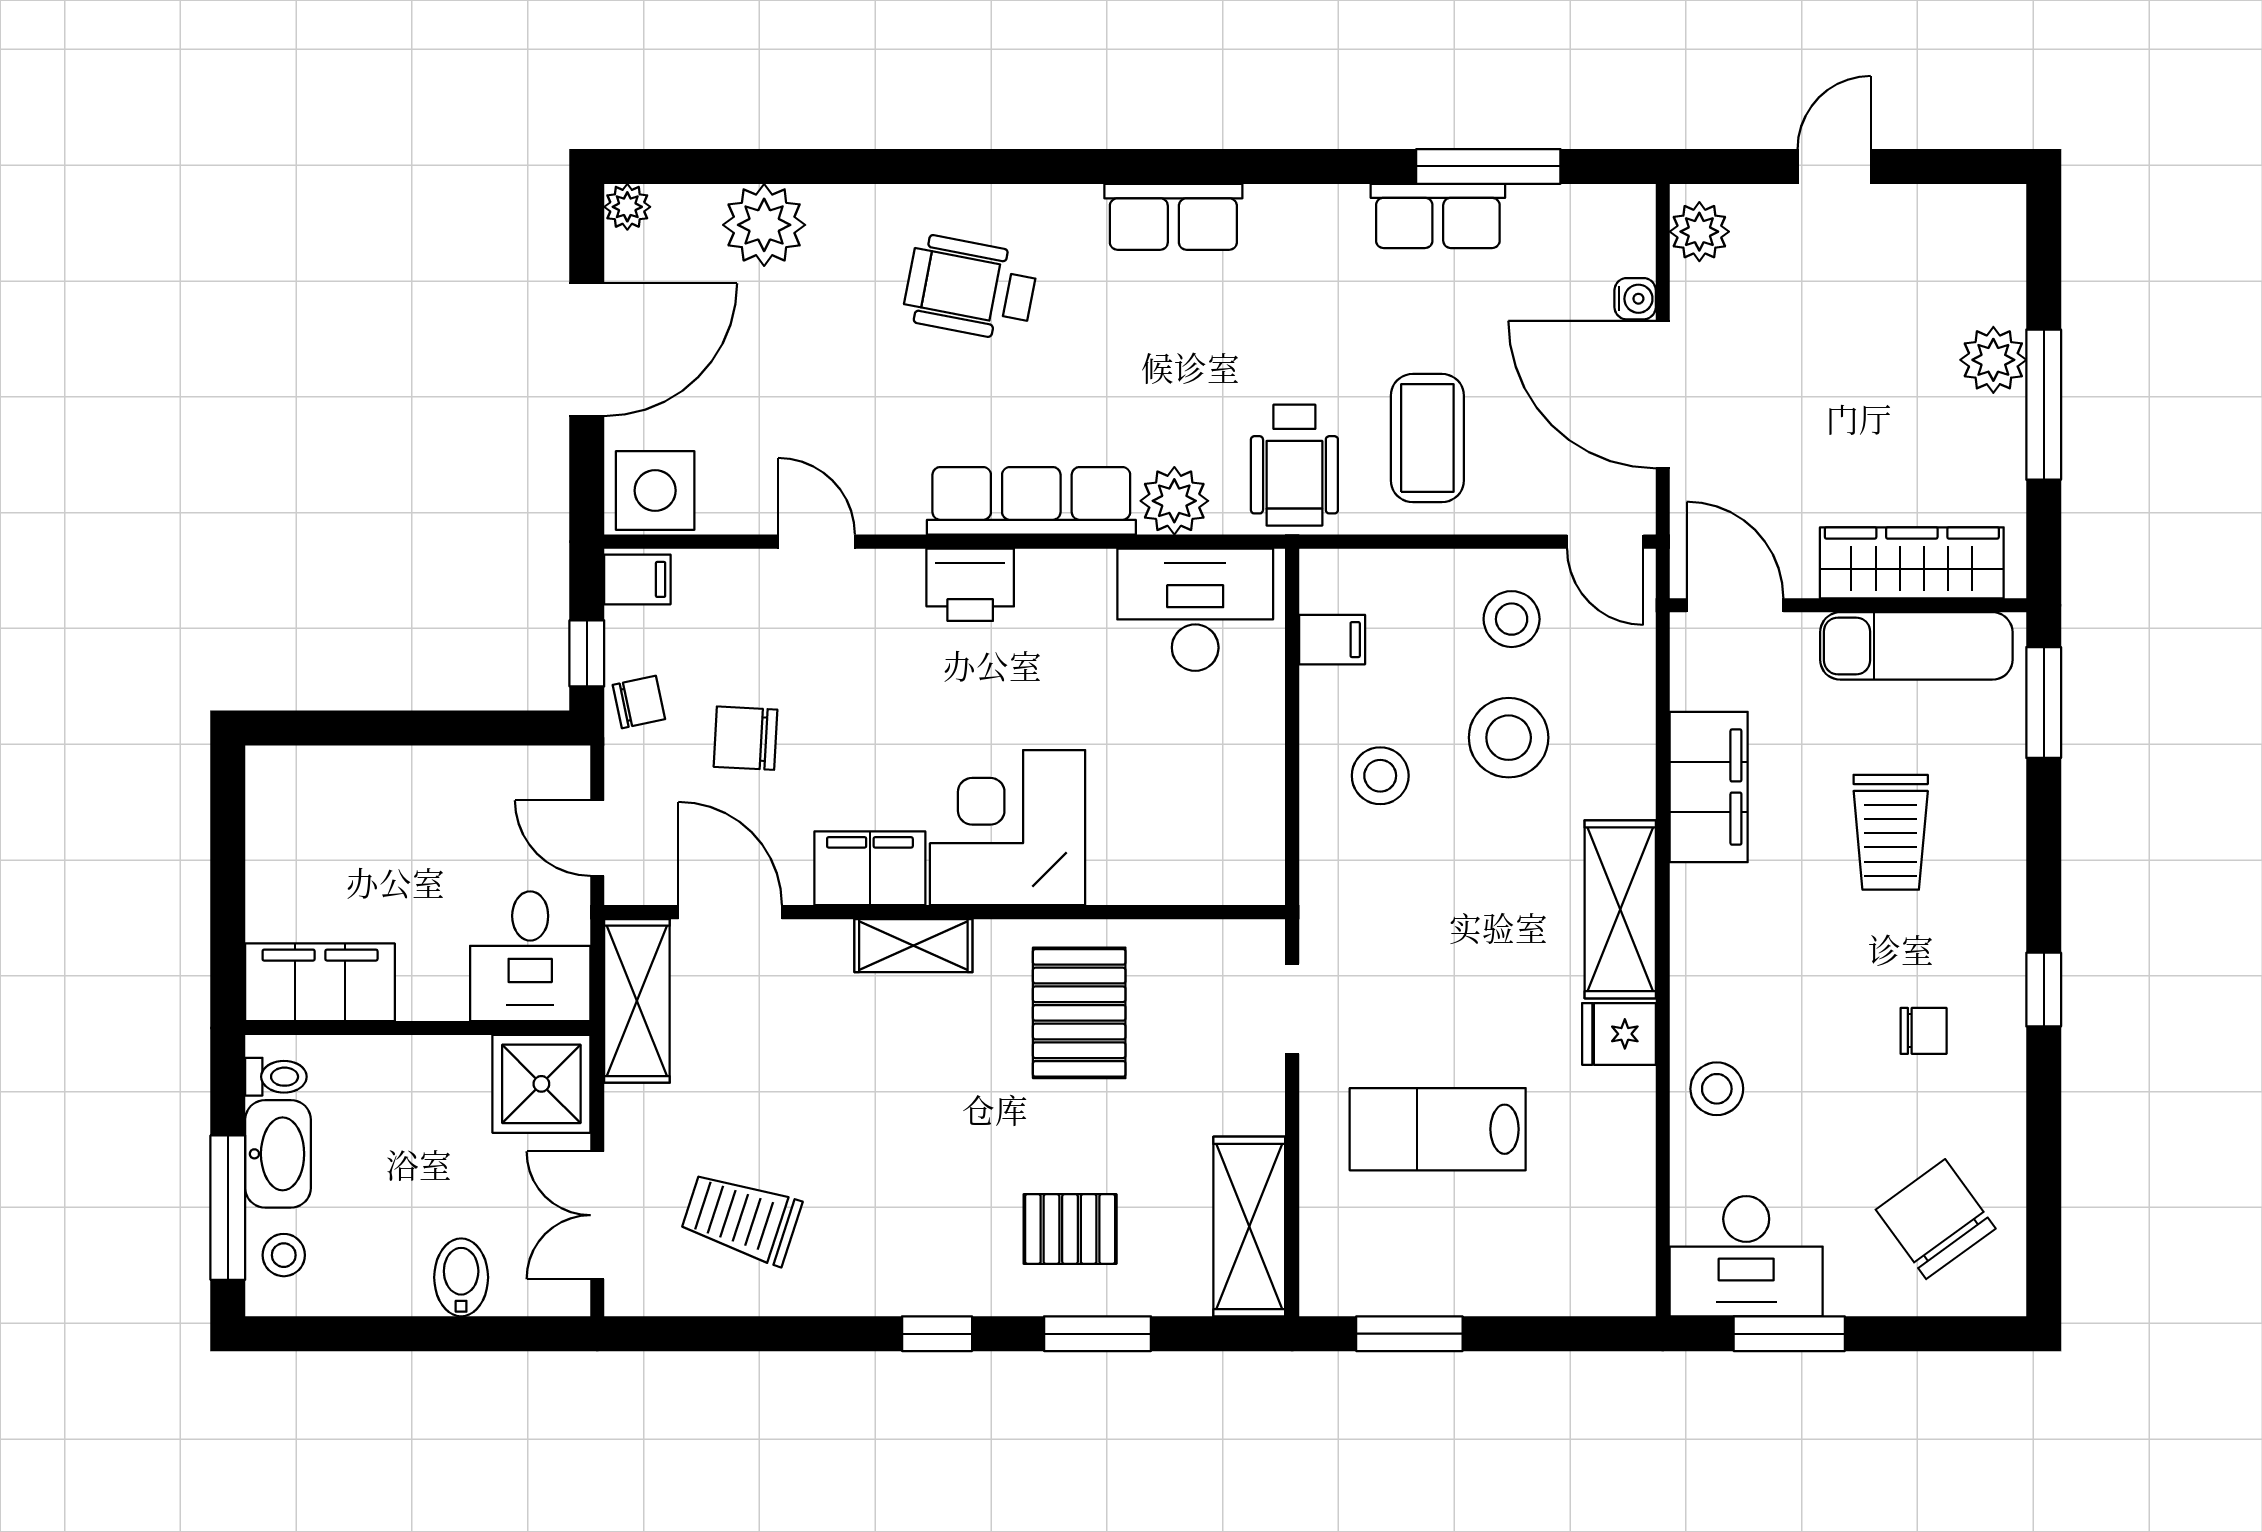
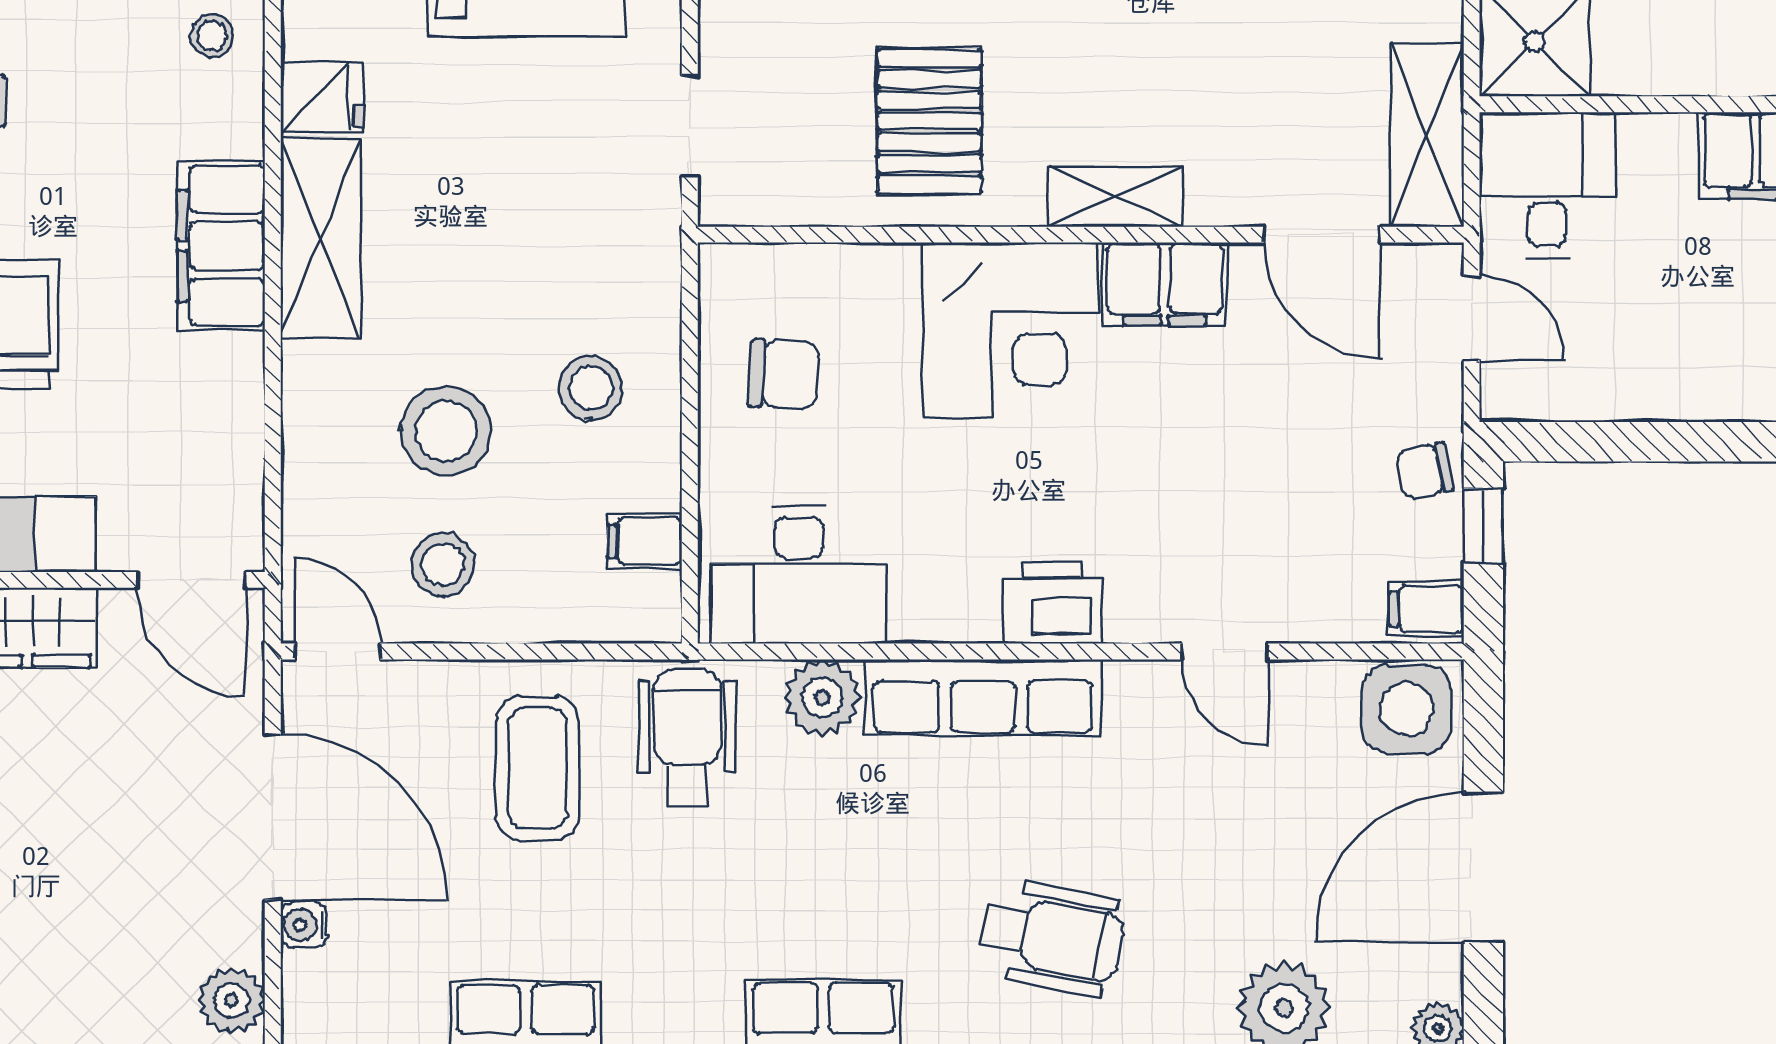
chair: (745, 738) -> (784, 374), moved
filing cabinet: (1709, 787) -> (221, 246), moved
stool: (1717, 1089) -> (212, 36), width x0.73, depth x0.73

